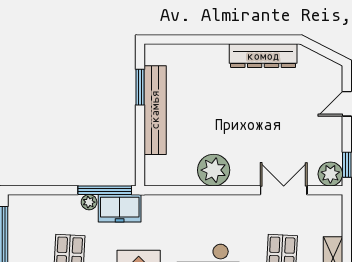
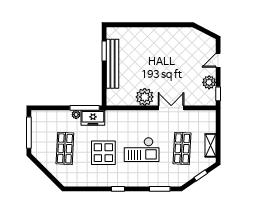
dresser: (263, 56) -> (172, 34), removed
plant: (330, 174) -> (209, 82), moved
double door: (284, 190) -> (171, 108), moved

